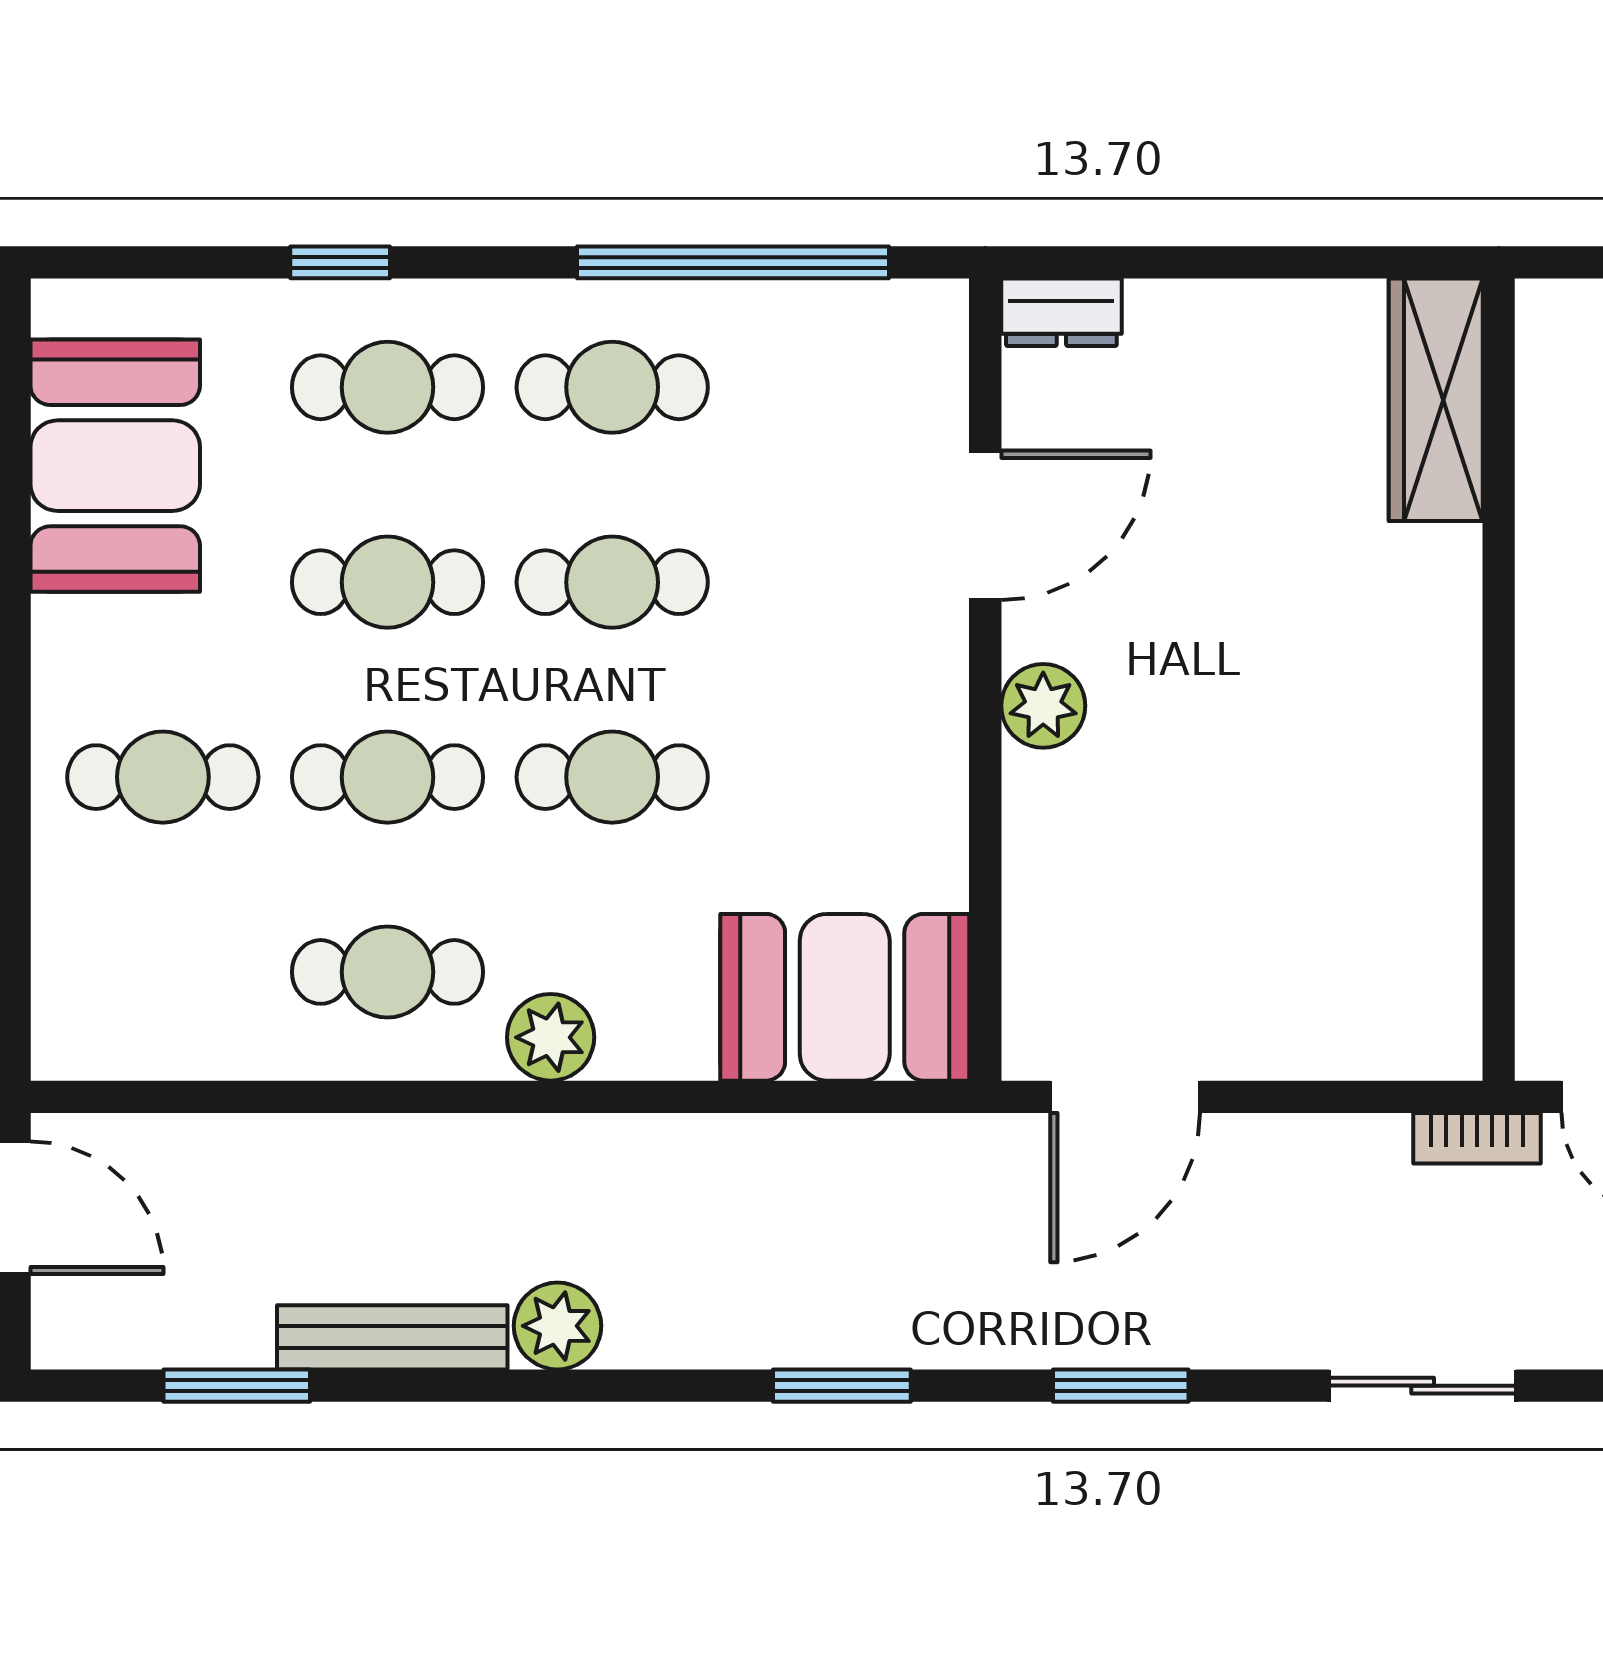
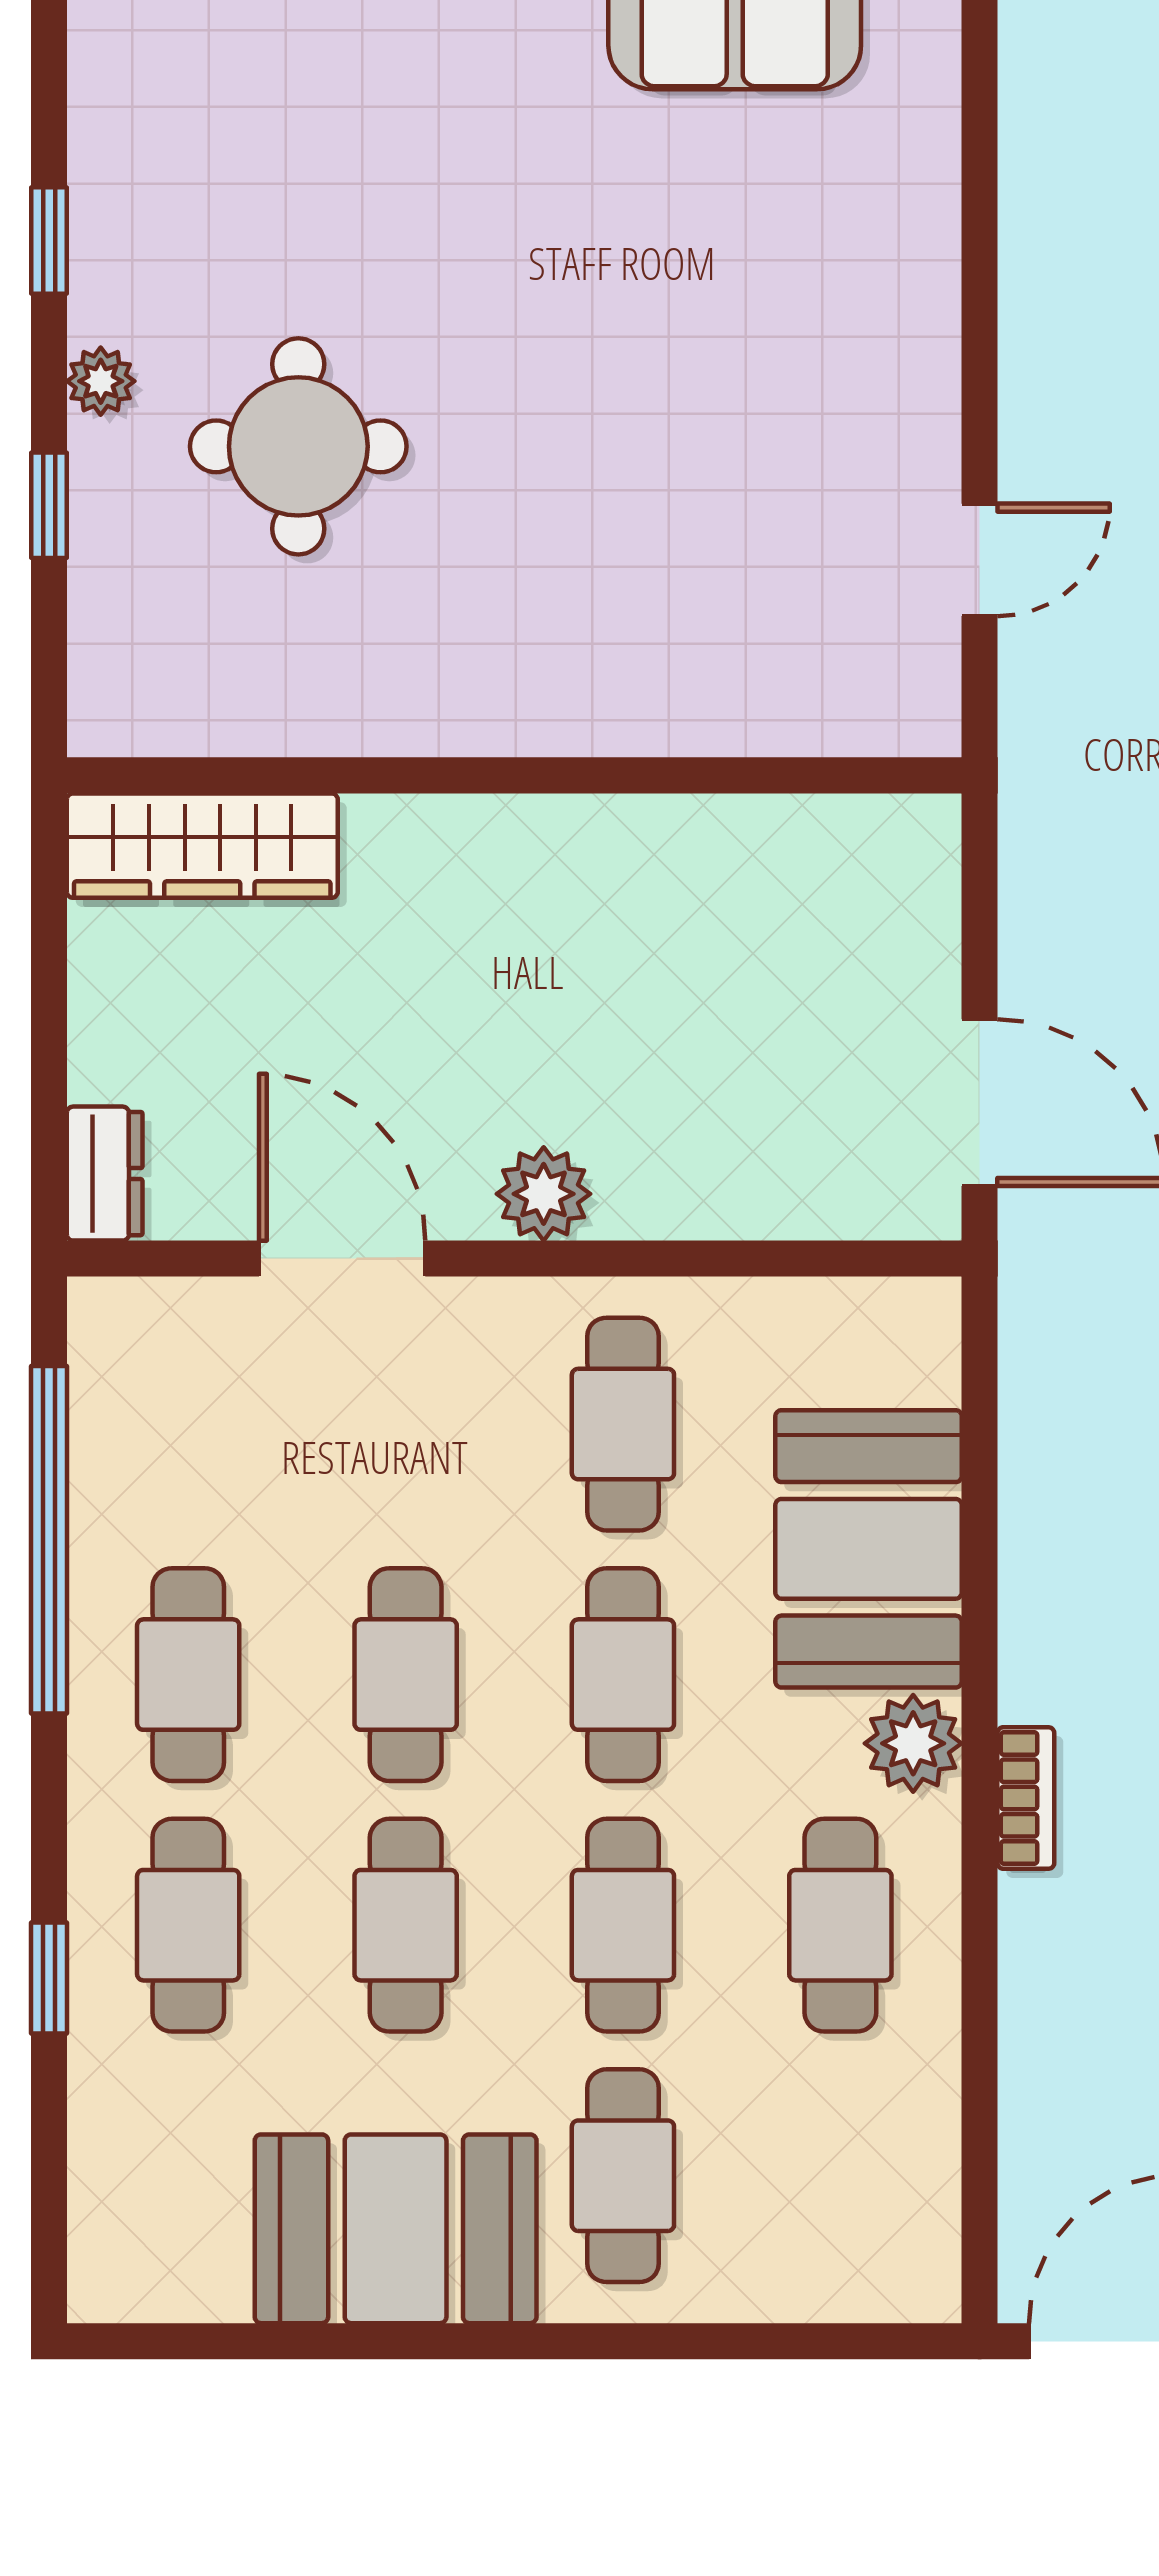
wardrobe: (1436, 400) -> (202, 846), moved
booth: (115, 466) -> (396, 2229), moved
wall: (1499, 680) -> (514, 775), moved
cafe table: (837, 777) -> (623, 1424), added
booth: (845, 997) -> (869, 1549), moved
bookcase: (1477, 1138) -> (1026, 1798), moved

